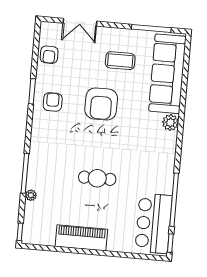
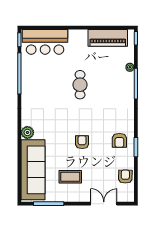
armchair: (101, 104) -> (82, 142), width x0.53, depth x0.53
cafe table: (97, 178) -> (80, 85), turned 90
bar counter: (154, 223) -> (45, 42), moved, turned 90
piano: (81, 238) -> (108, 38), moved

